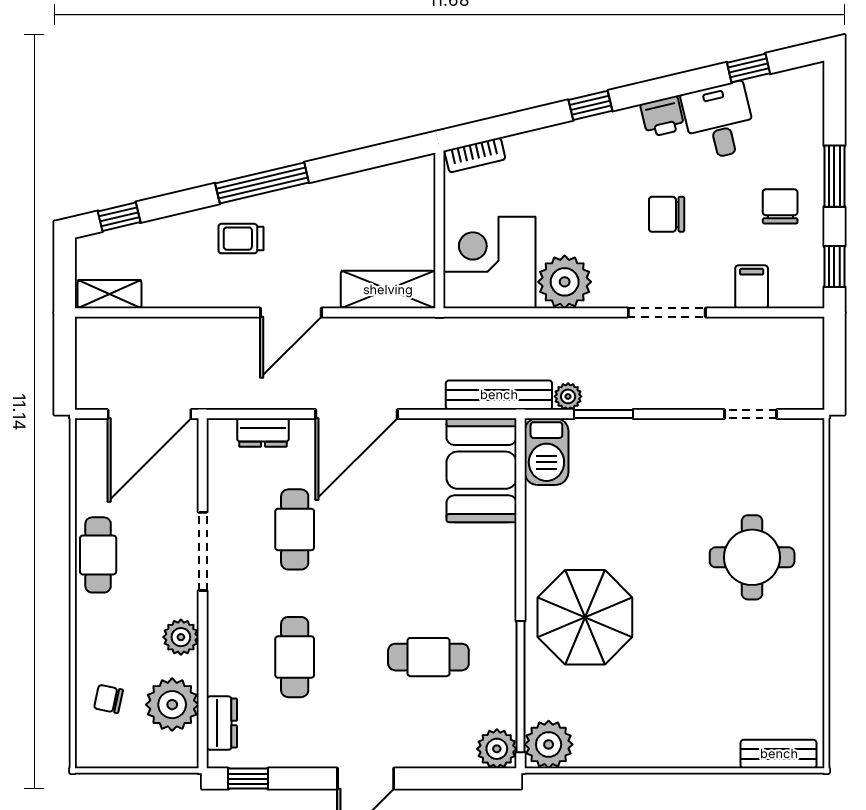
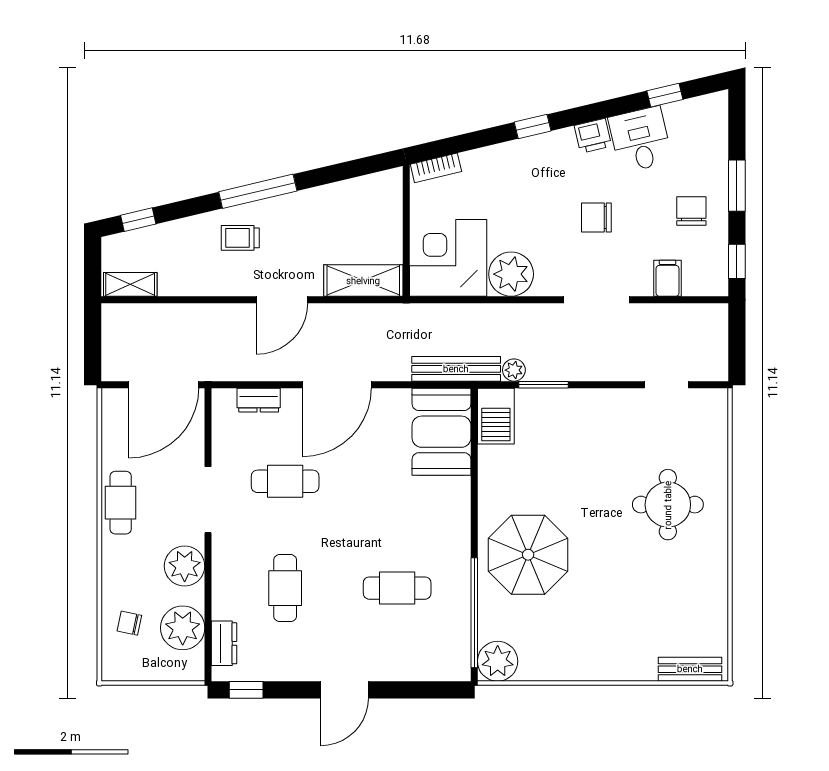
cafe table: (295, 529) -> (285, 481), turned 90
plant: (181, 637) -> (185, 566), width x1.36, depth x1.36
plant: (497, 749) -> (454, 665), removed

